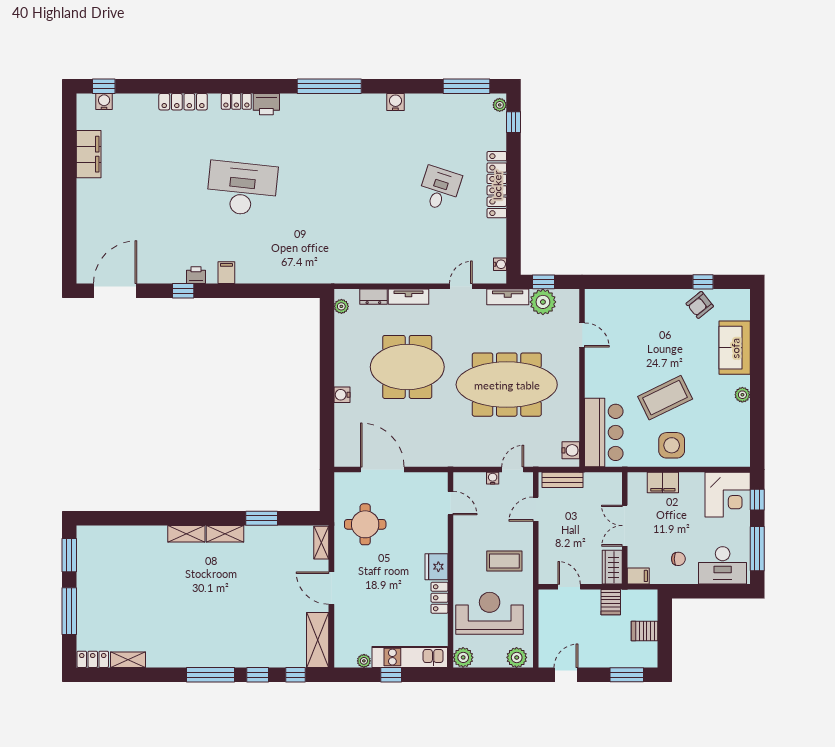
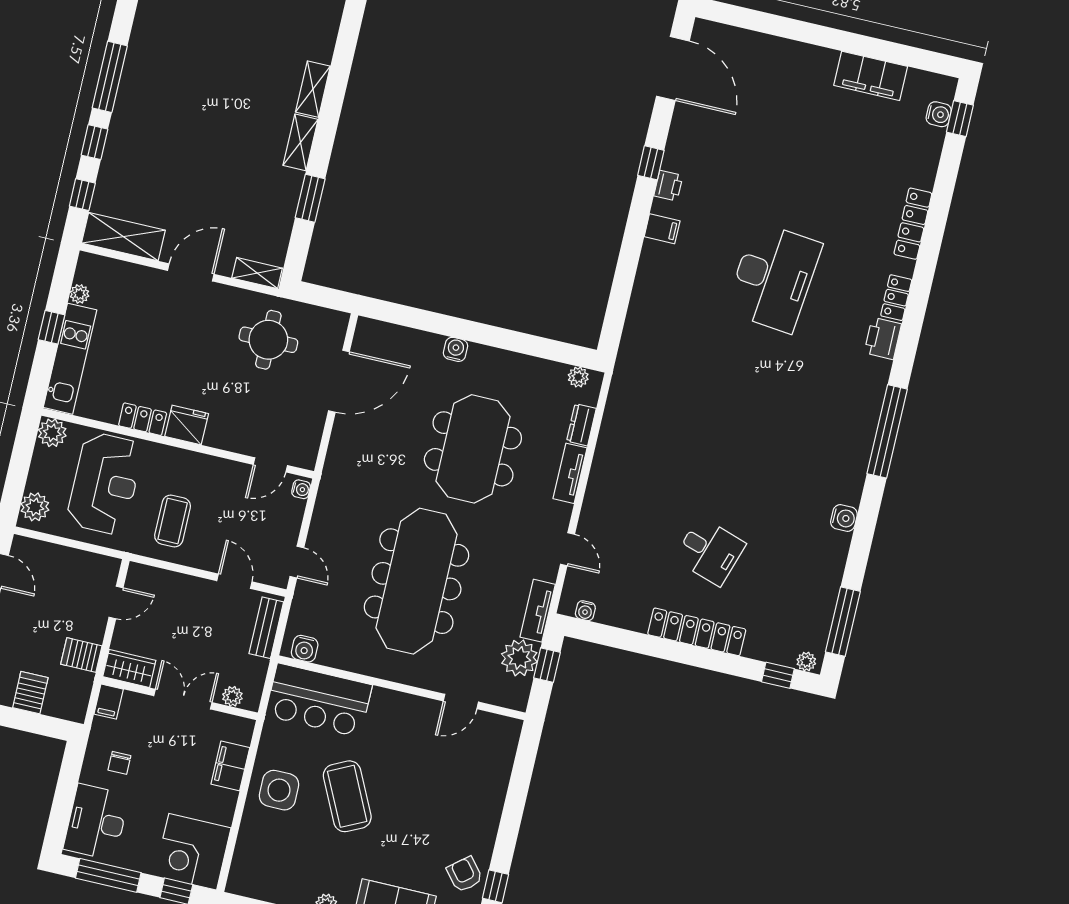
water cooler: (493, 478) -> (301, 489), moved
plant: (615, 492) -> (232, 696), added

